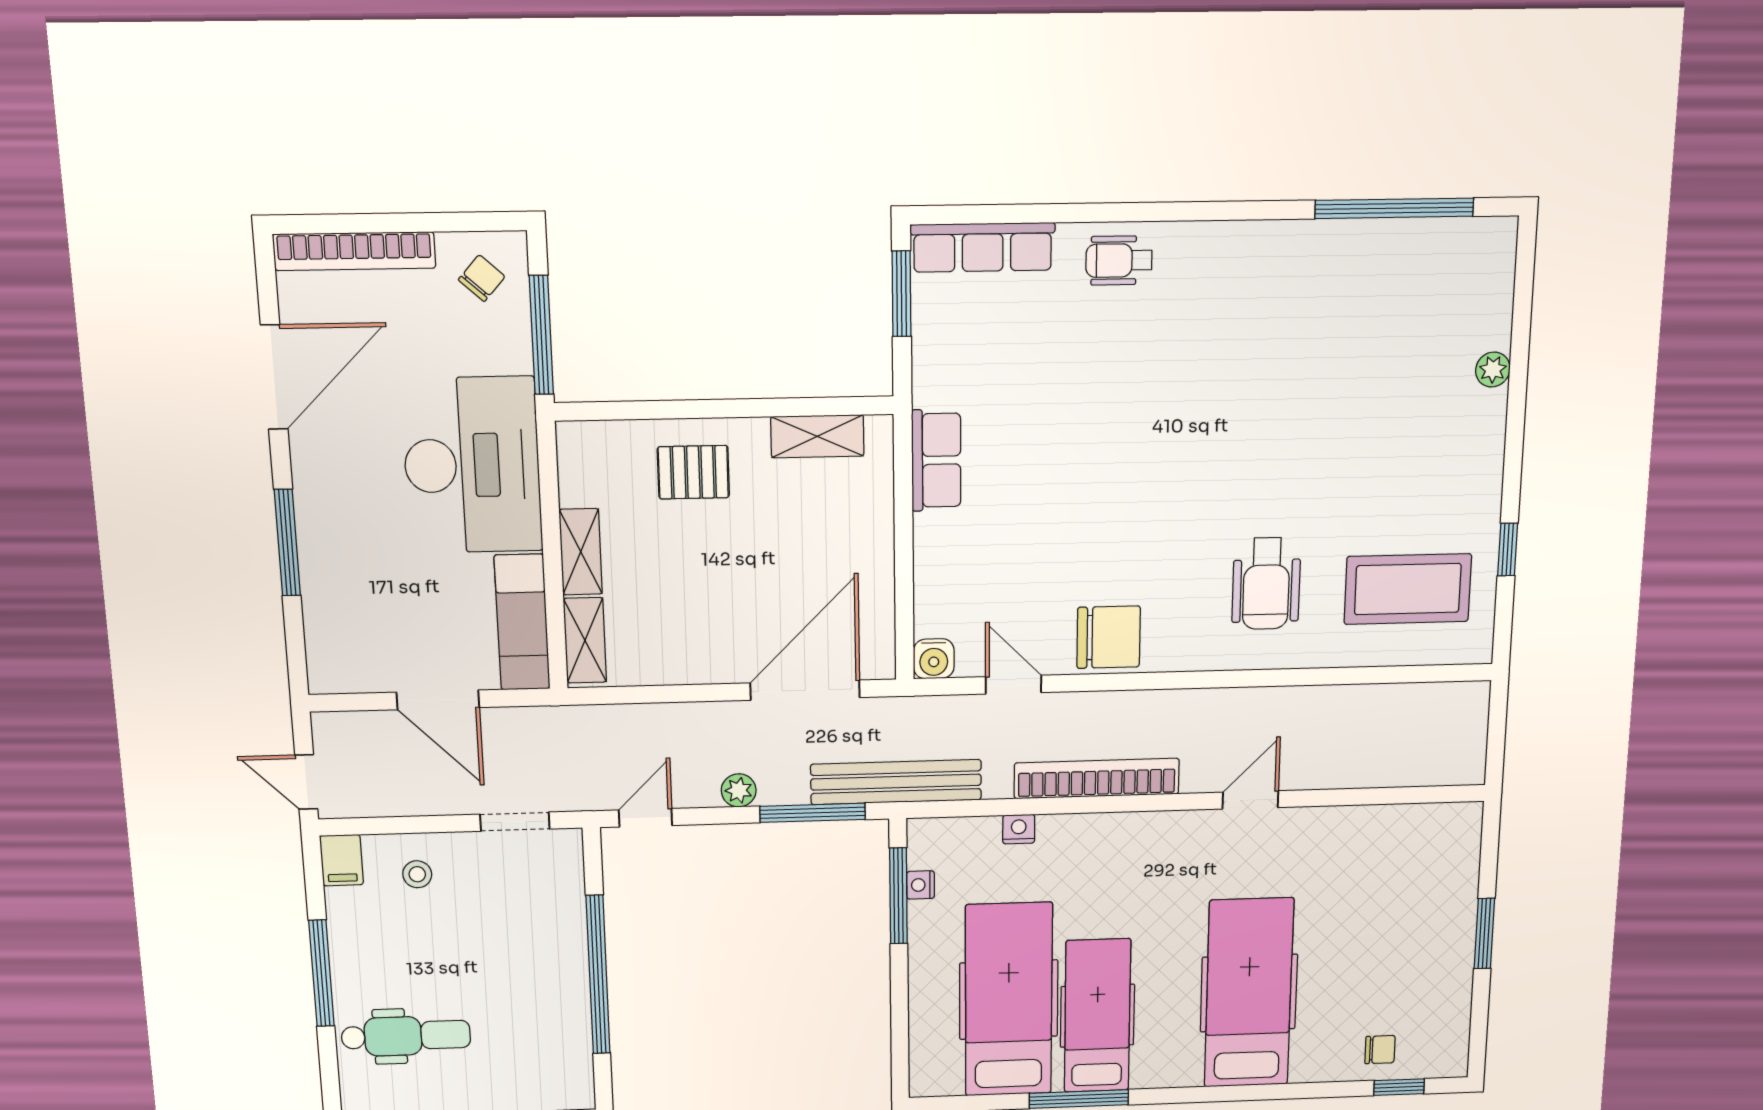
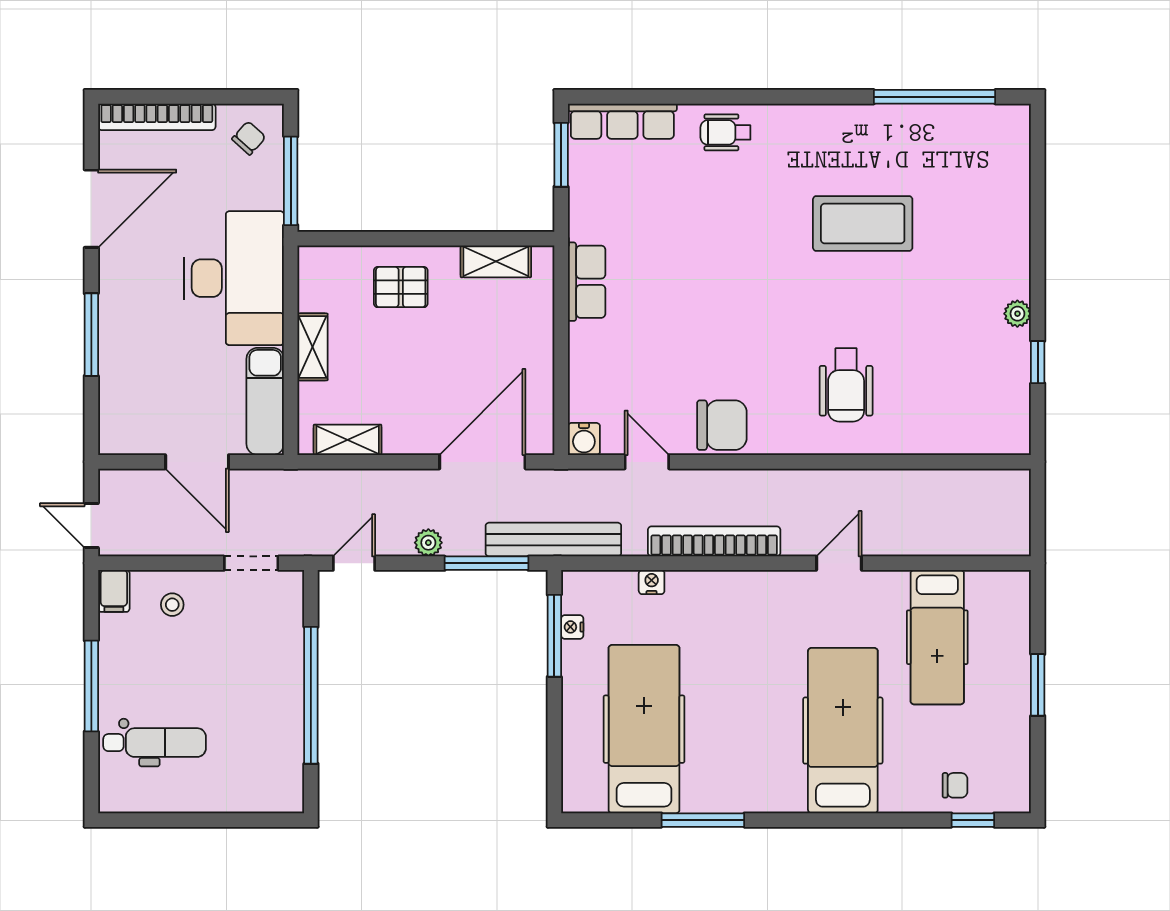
plant: (1493, 370) -> (1017, 314), moved
coffee table: (1408, 589) -> (863, 224), moved
shelving: (585, 640) -> (348, 440), moved, turned 90
hospital bed: (1097, 1016) -> (937, 637), moved, turned 180

